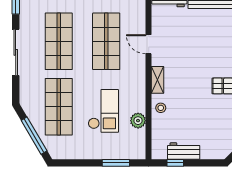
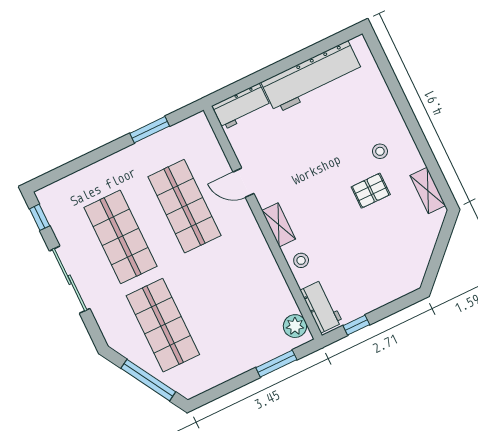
checkout: (103, 111) -> (226, 302), removed
plant: (138, 121) -> (295, 326), moved
workbench: (184, 151) -> (321, 306), moved, turned 90

